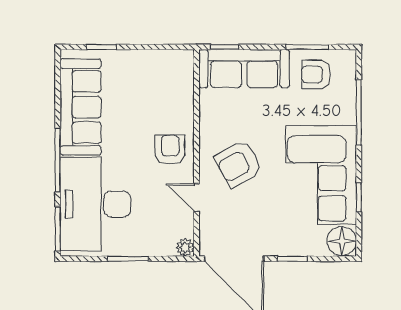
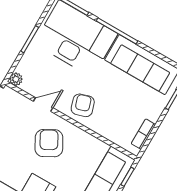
bookcase: (163, 57) -> (143, 134), added
armchair: (170, 150) -> (83, 105), turned -107

